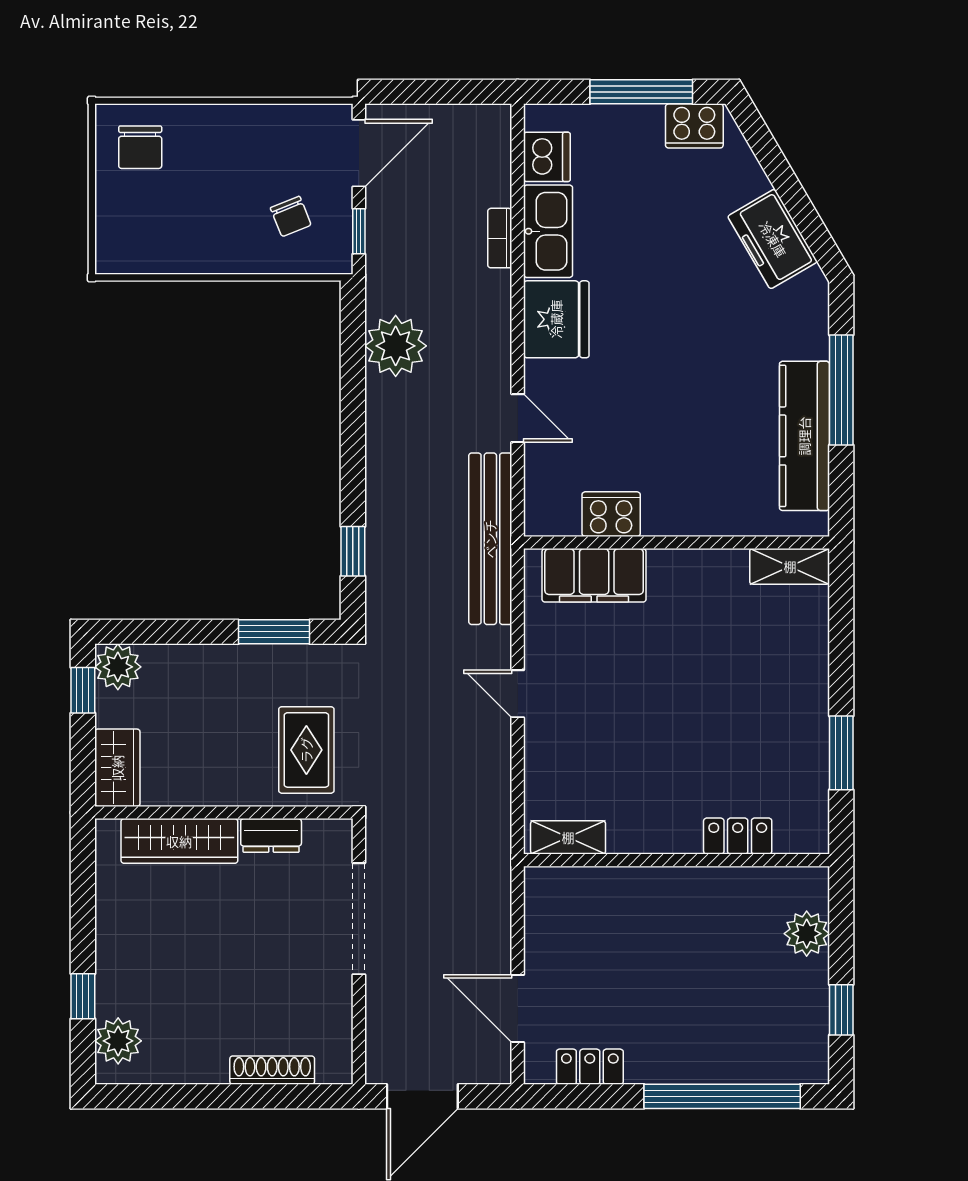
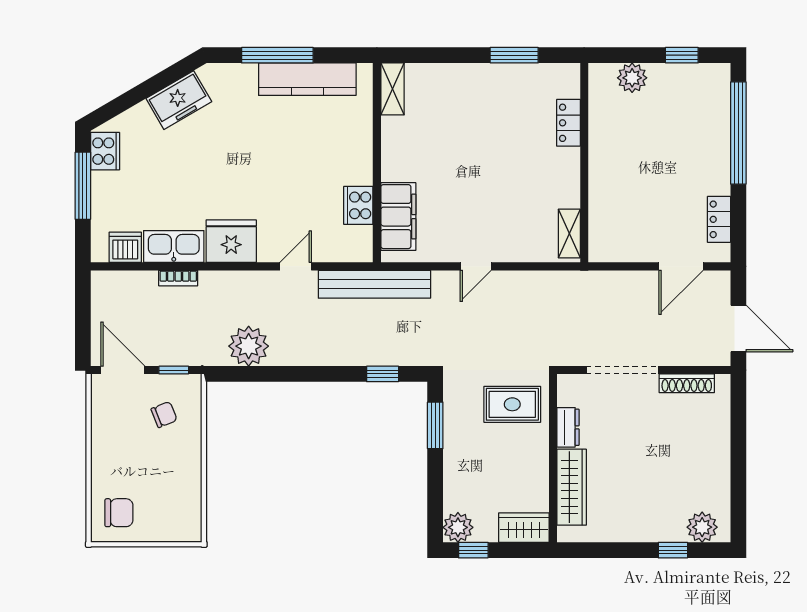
shoe rack: (272, 1070) -> (687, 383), moved, turned -90

